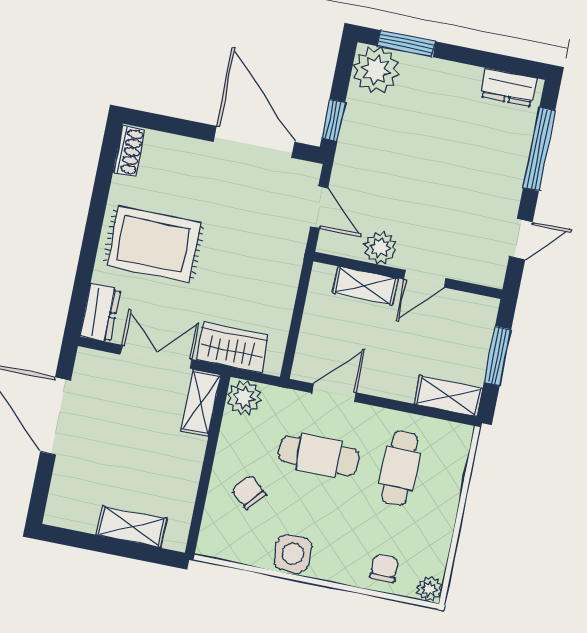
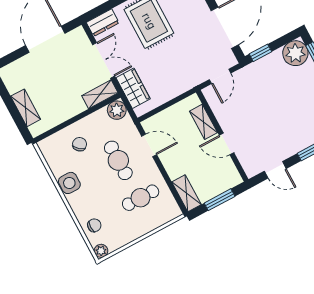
plant: (380, 248) -> (224, 115), removed

